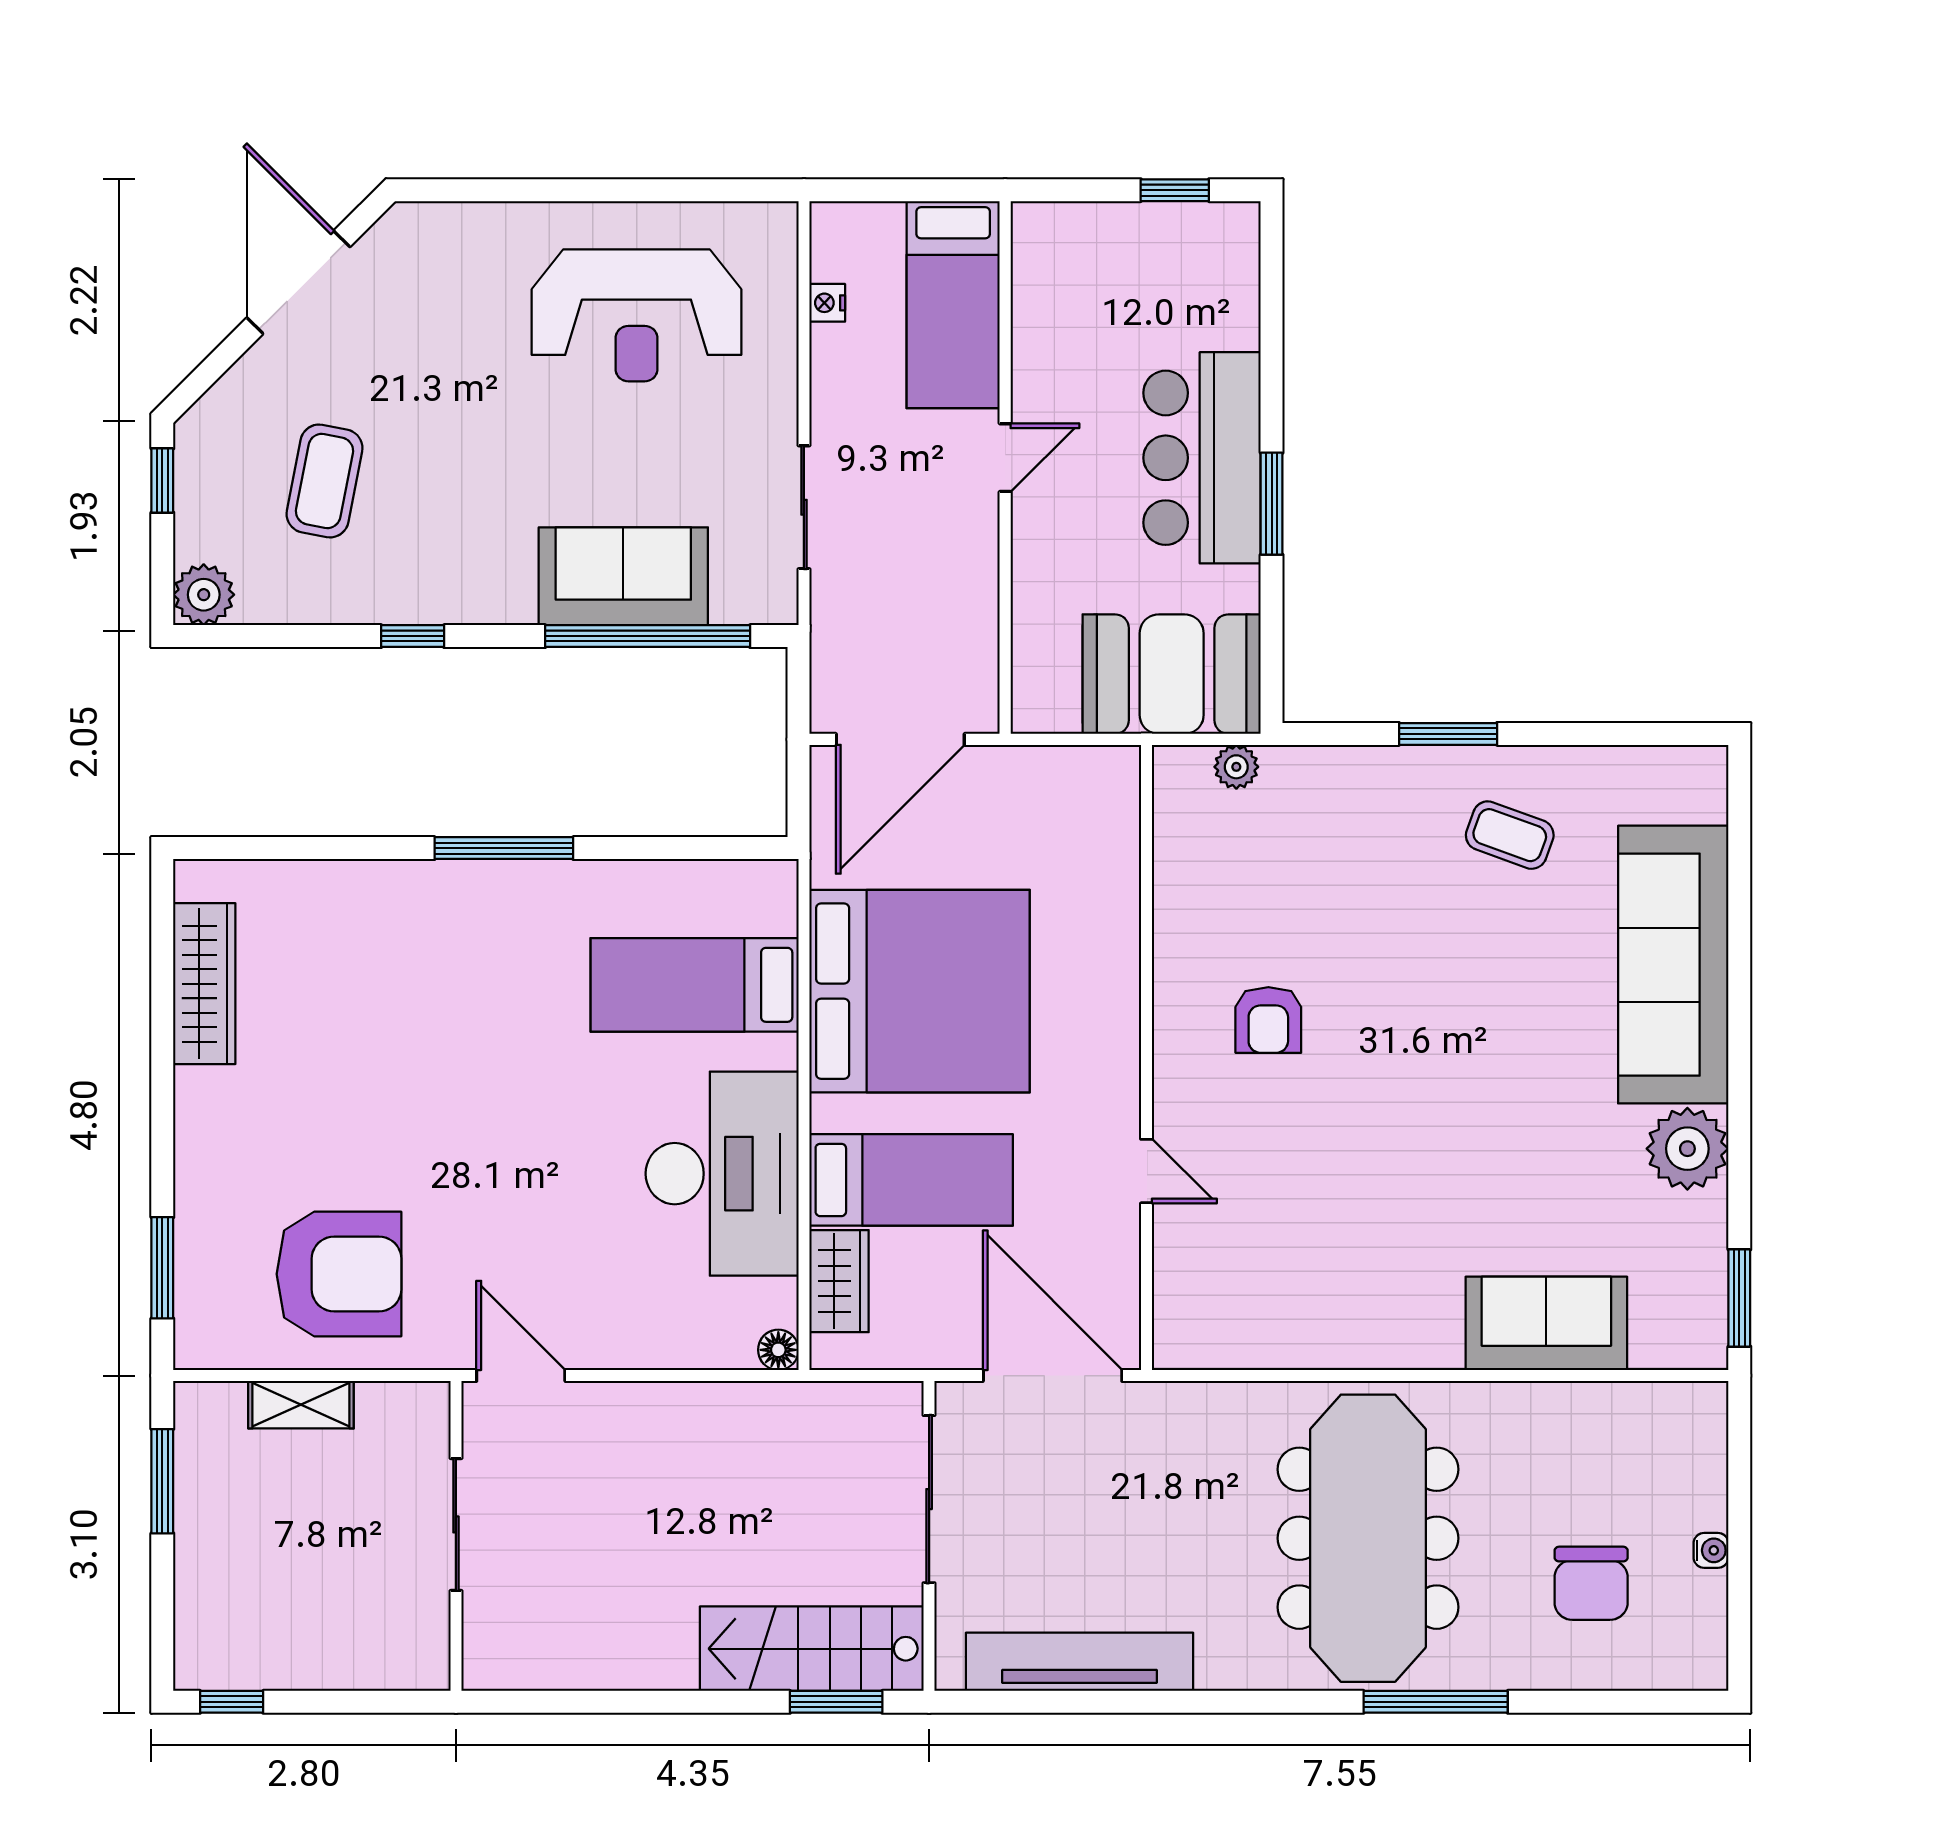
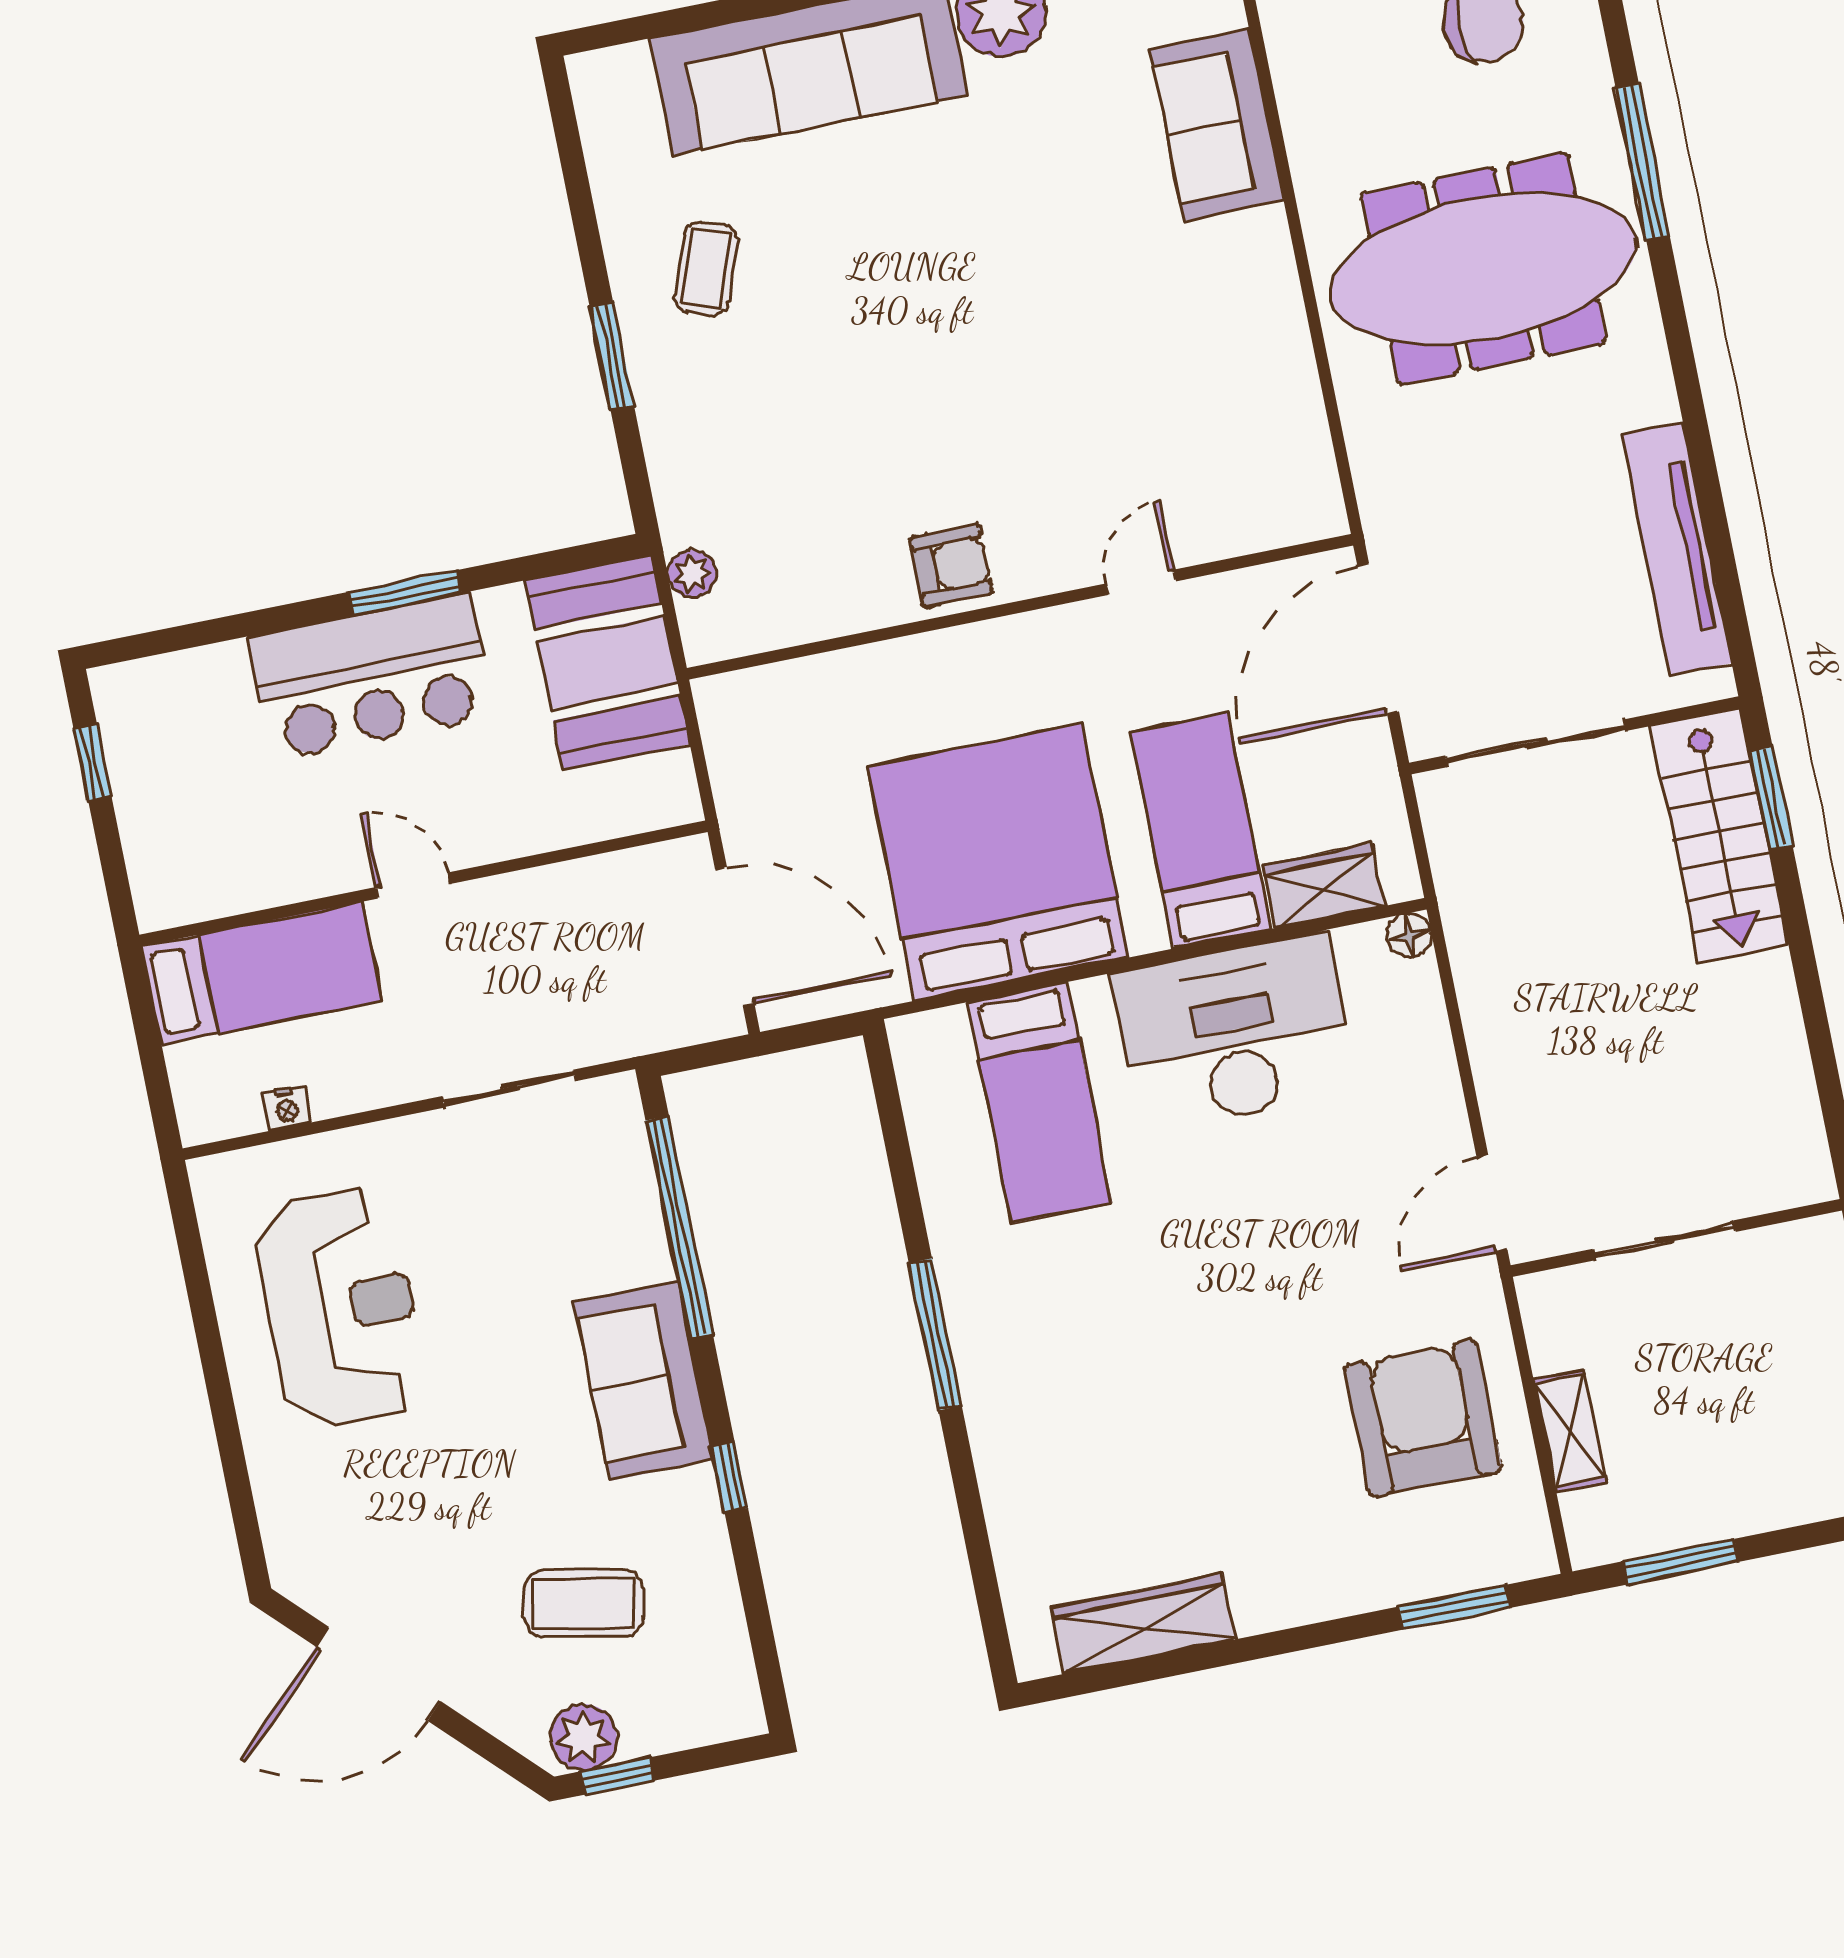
sofa: (623, 576) -> (644, 1380), moved
plant: (204, 595) -> (584, 1737), moved
armchair: (1268, 1020) -> (951, 566), moved

